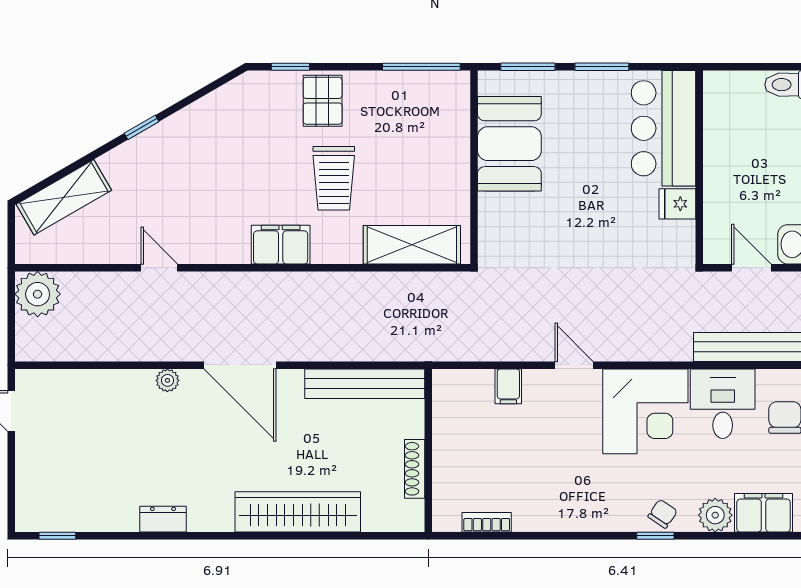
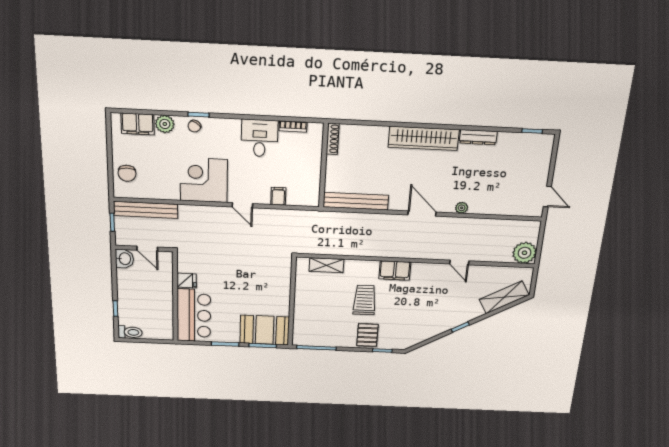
booth: (509, 144) -> (265, 330), moved, turned 90
shelving: (412, 245) -> (326, 265), width x0.67, depth x0.75
door: (240, 365) -> (422, 214), width x0.73
desk: (723, 404) -> (260, 138), moved, turned 180
shoe rack: (415, 469) -> (333, 139), moved
wardrobe: (298, 512) -> (424, 138), moved
dresser: (163, 519) -> (478, 137), width x1.44

